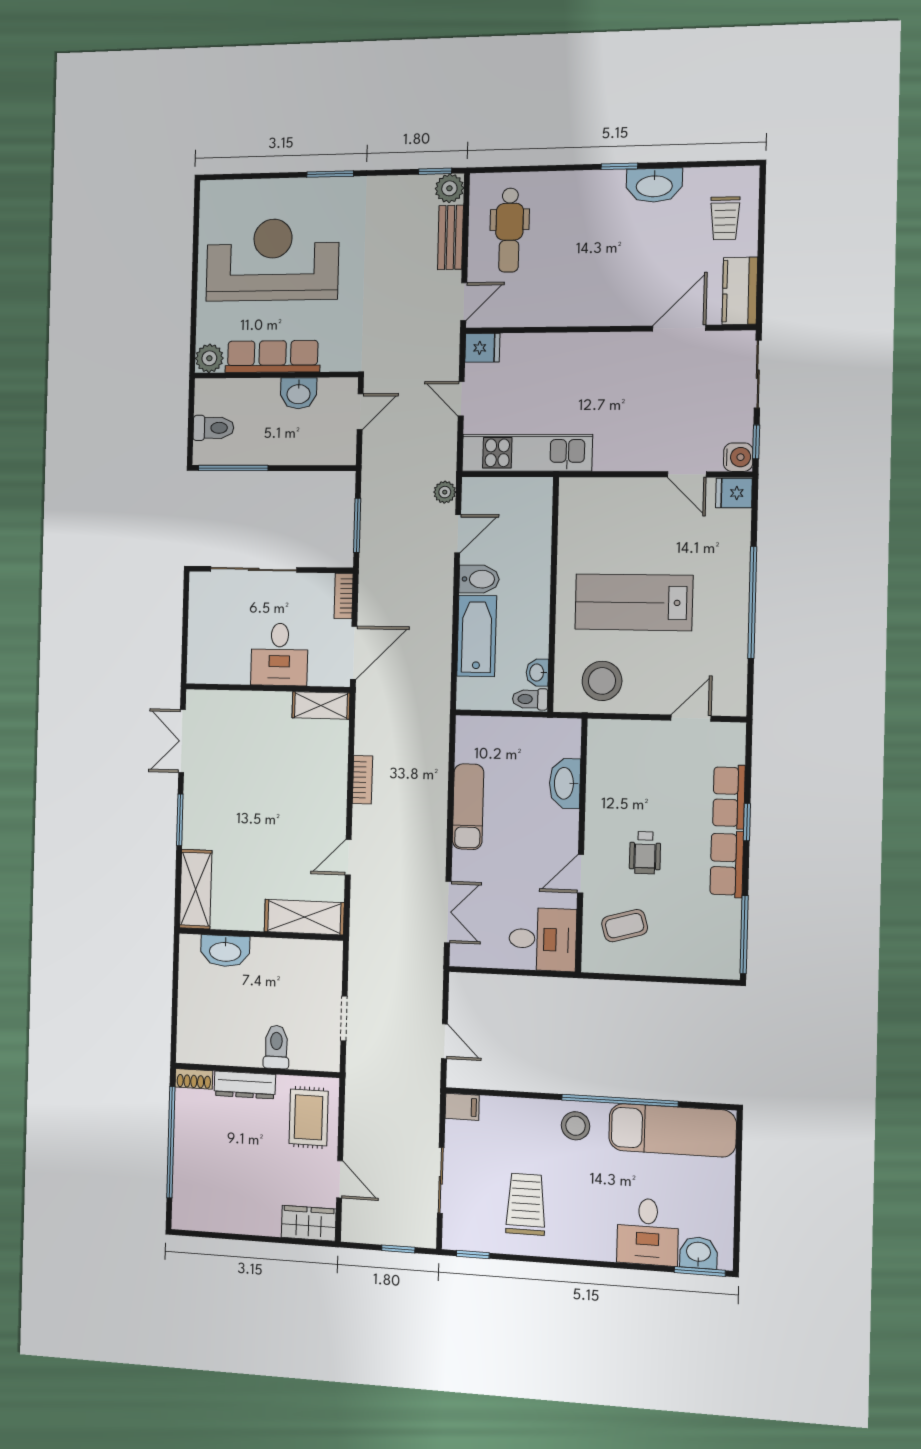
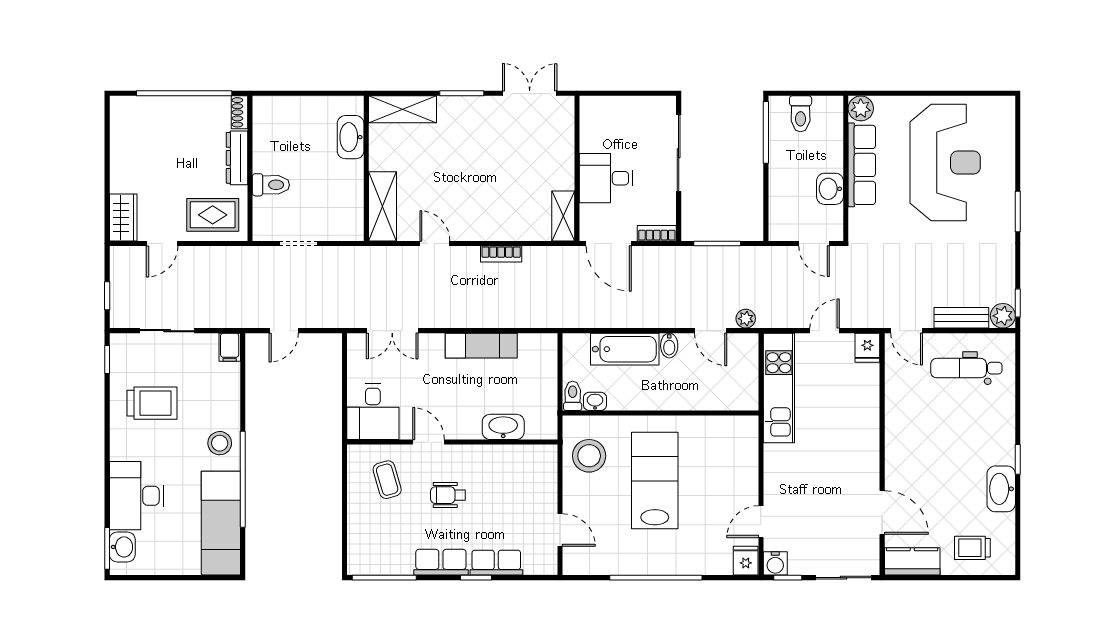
bidet: (479, 579) -> (669, 346), width x0.72, depth x0.74
desk: (648, 1232) -> (136, 496), width x1.37

